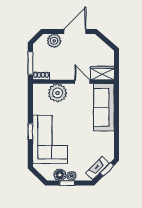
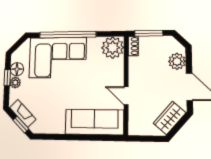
wardrobe: (102, 73) -> (170, 118), moved, turned -139
door: (82, 82) -> (126, 96), swing flipped
plant: (57, 93) -> (113, 48), moved
window: (30, 131) -> (68, 35), width x3.17

